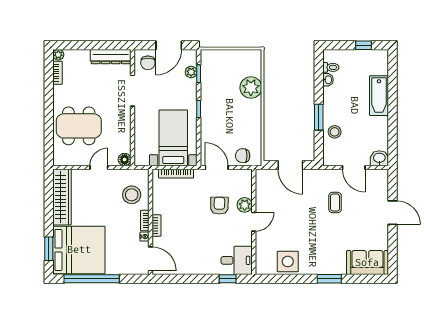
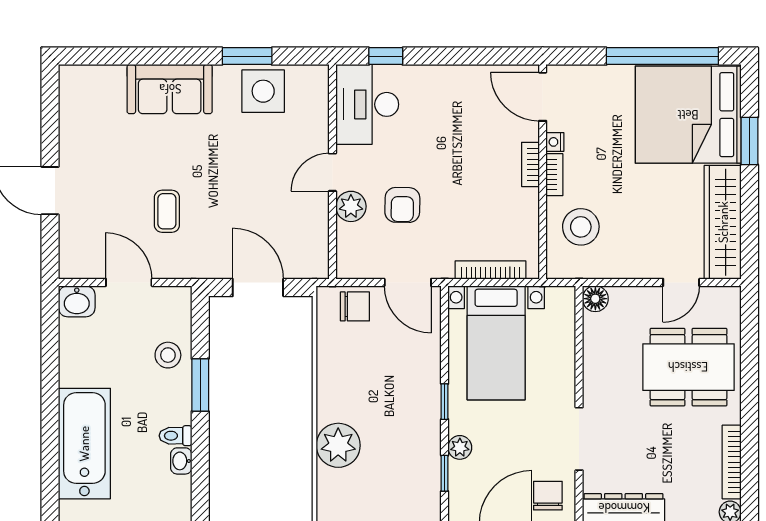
toilet: (331, 67) -> (176, 436), moved
plant: (191, 72) -> (460, 447), moved
bookcase: (58, 73) -> (732, 462), width x1.56
bathtub: (379, 96) -> (84, 444), width x1.36, depth x1.36
door: (99, 168) -> (681, 282), moved
window: (49, 249) -> (749, 141), moved
desk: (237, 260) -> (367, 104), width x1.37
sofa: (367, 263) -> (170, 89), moved
window: (329, 279) -> (247, 56), moved

